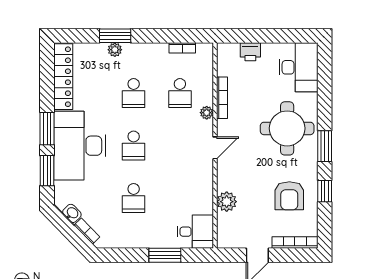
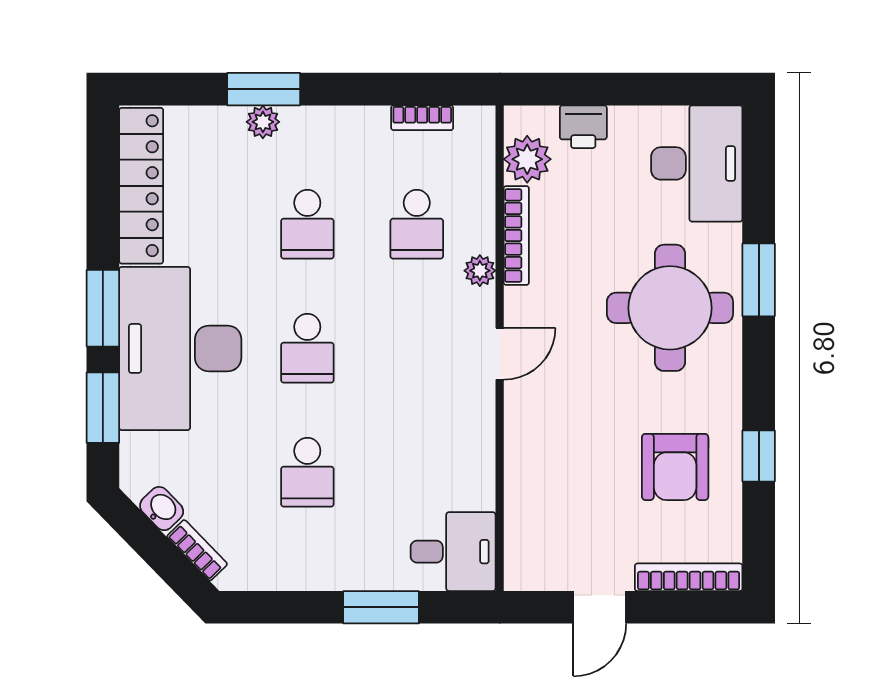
window: (325, 146) -> (759, 280), moved
plant: (227, 202) -> (527, 159), moved

